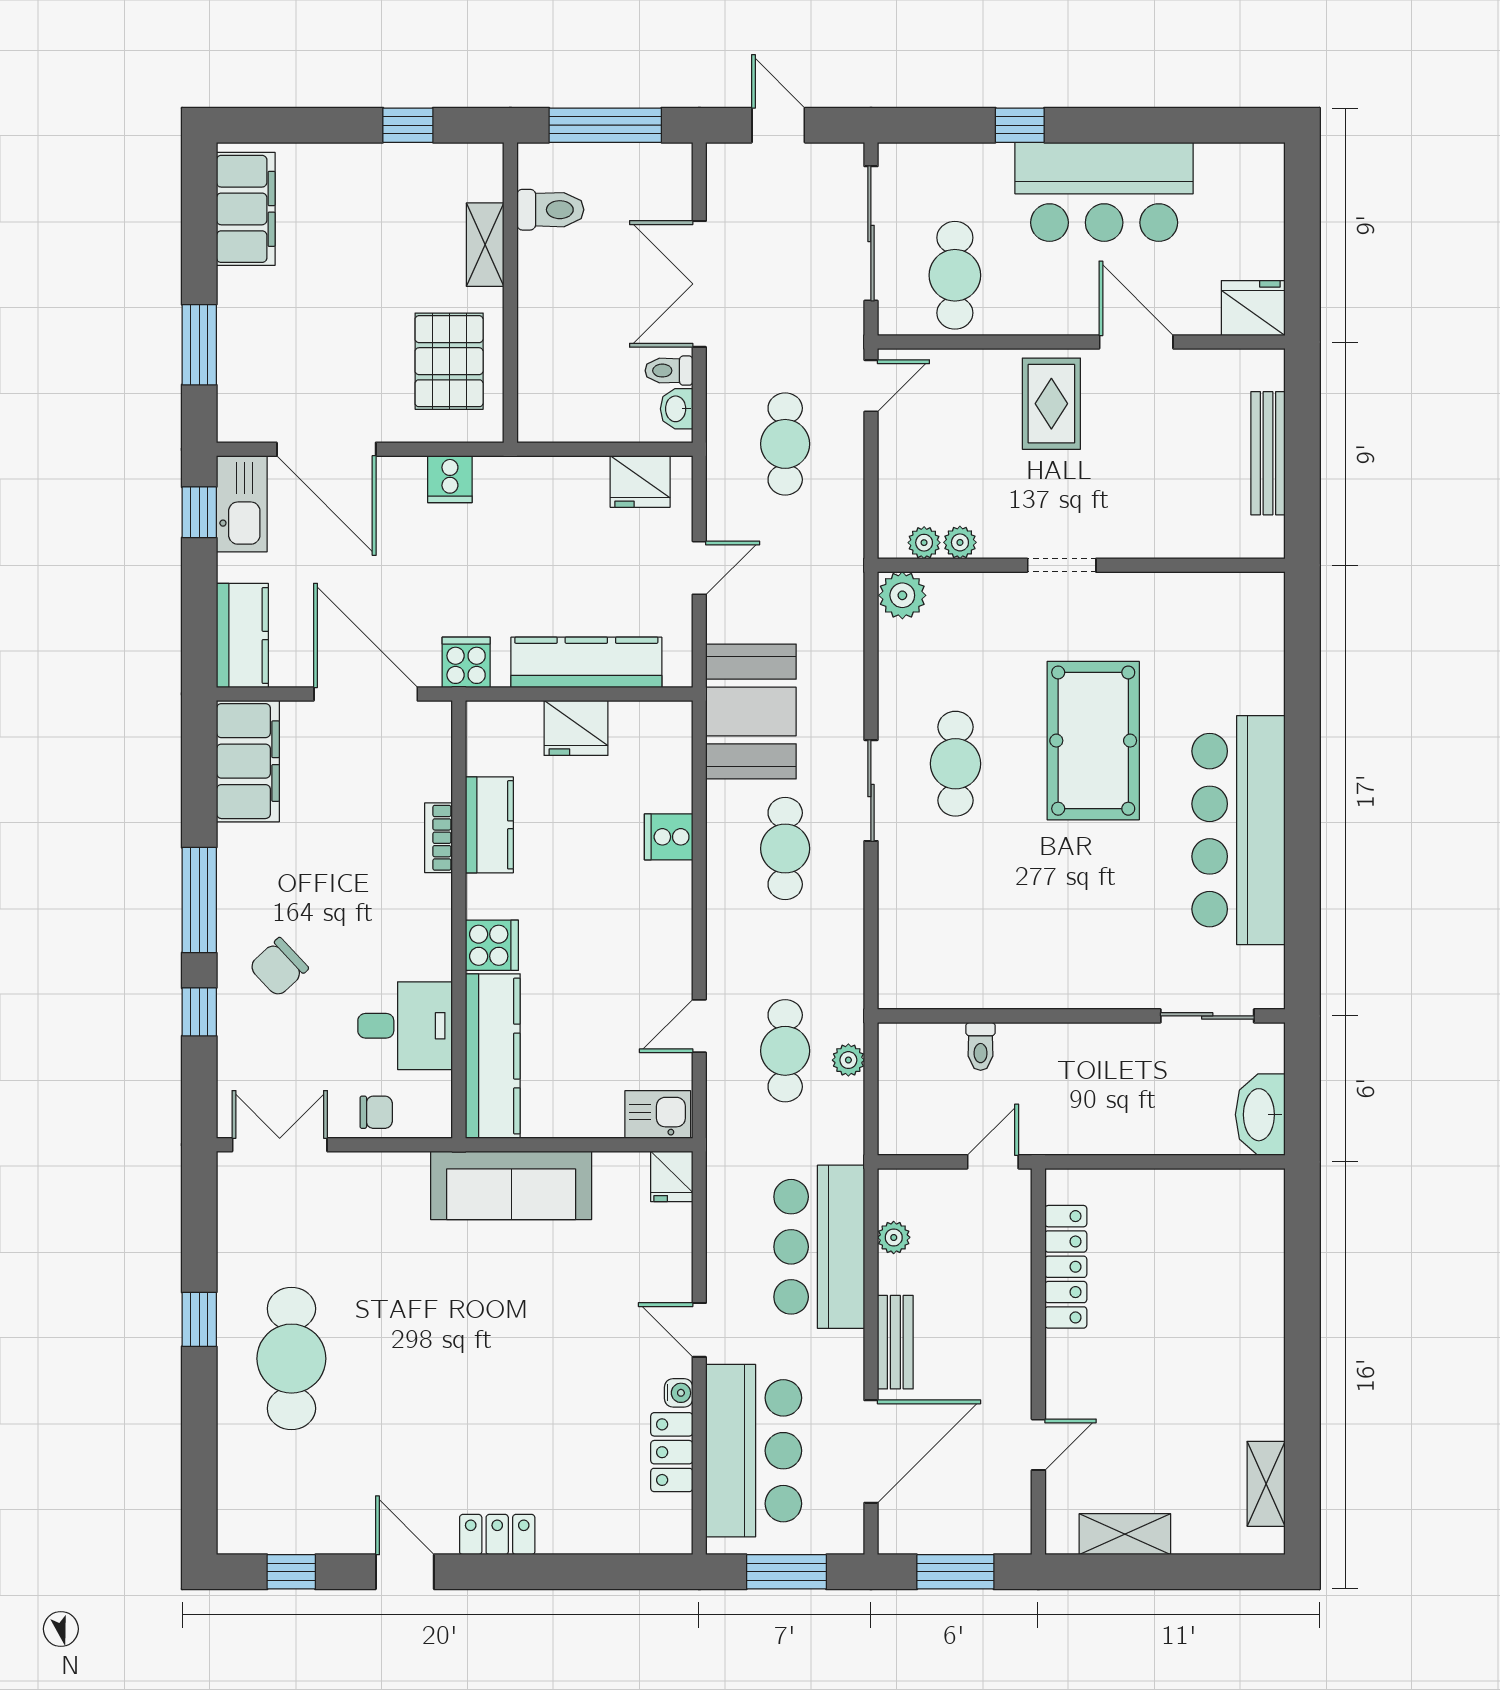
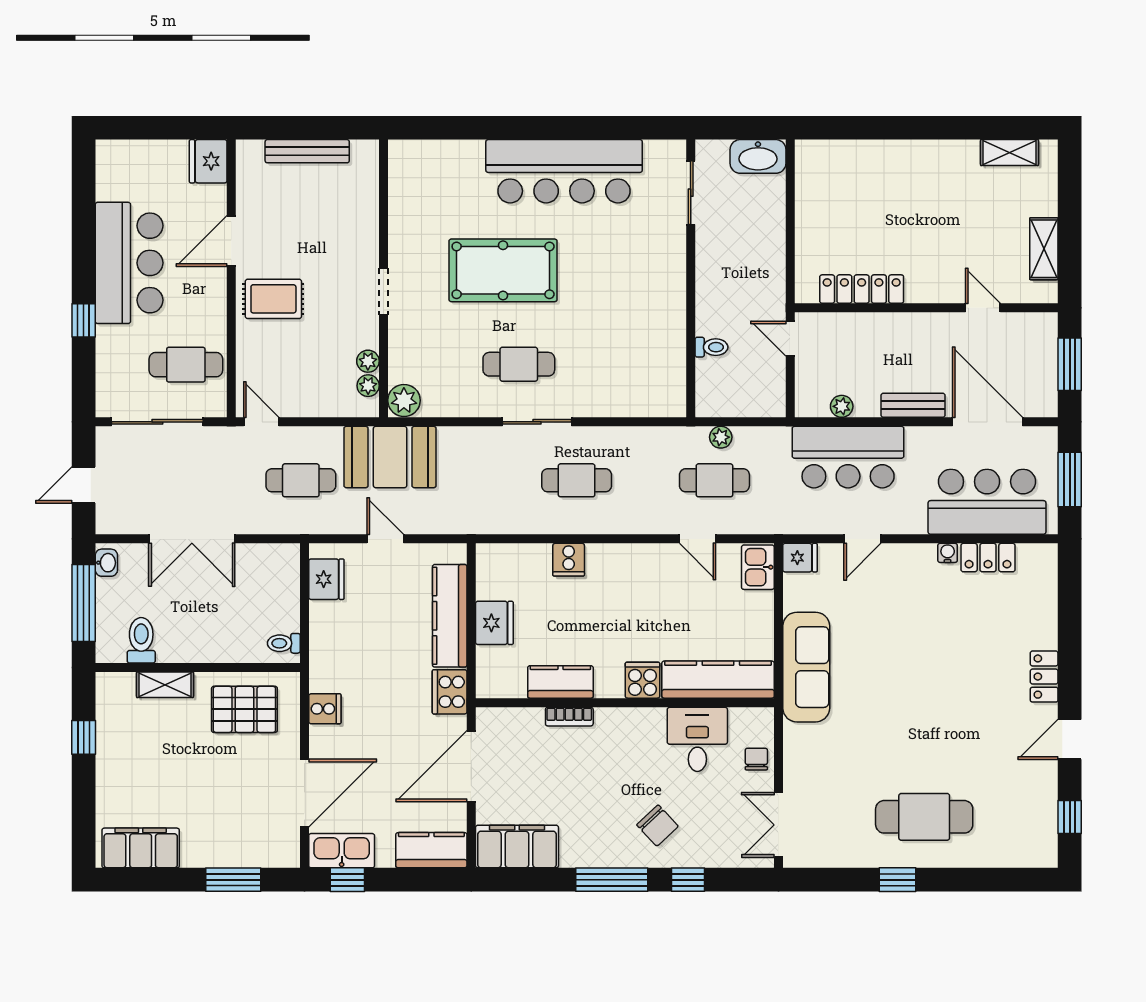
toilet: (669, 371) -> (284, 643), moved, turned 90
washbasin: (677, 409) -> (106, 563), moved, turned -90
cooker: (466, 662) -> (450, 692), width x1.36
booth: (751, 712) -> (390, 457), moved
door: (699, 1330) -> (862, 539), moved

